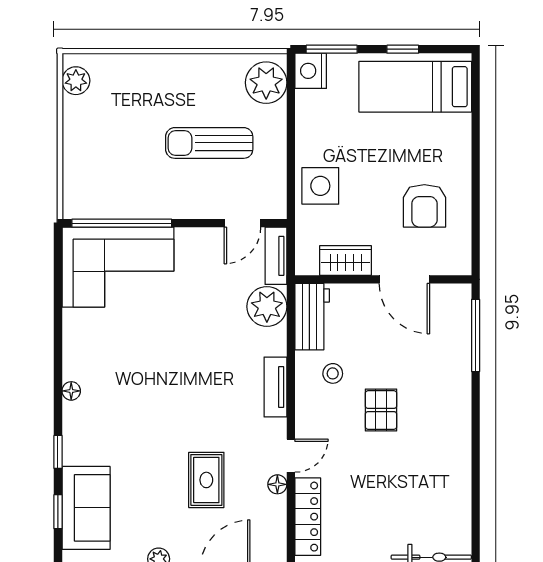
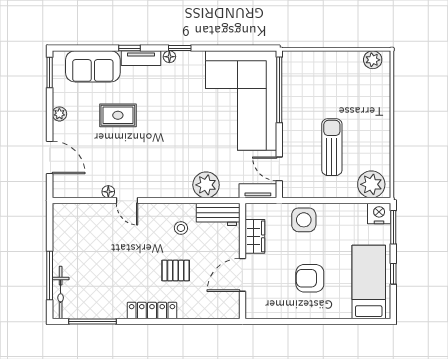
armchair: (424, 206) -> (310, 278), moved
corner sofa: (118, 267) -> (241, 101), width x1.36, depth x1.36
plant: (267, 307) -> (206, 185), moved
window: (476, 335) -> (93, 322), moved
tv unit: (275, 387) -> (141, 58), moved, turned 180
pallet: (381, 410) -> (176, 271), moved
rug: (206, 480) -> (118, 115), moved
window: (58, 512) -> (180, 48), moved
locker: (308, 517) -> (152, 310), moved, turned 180

